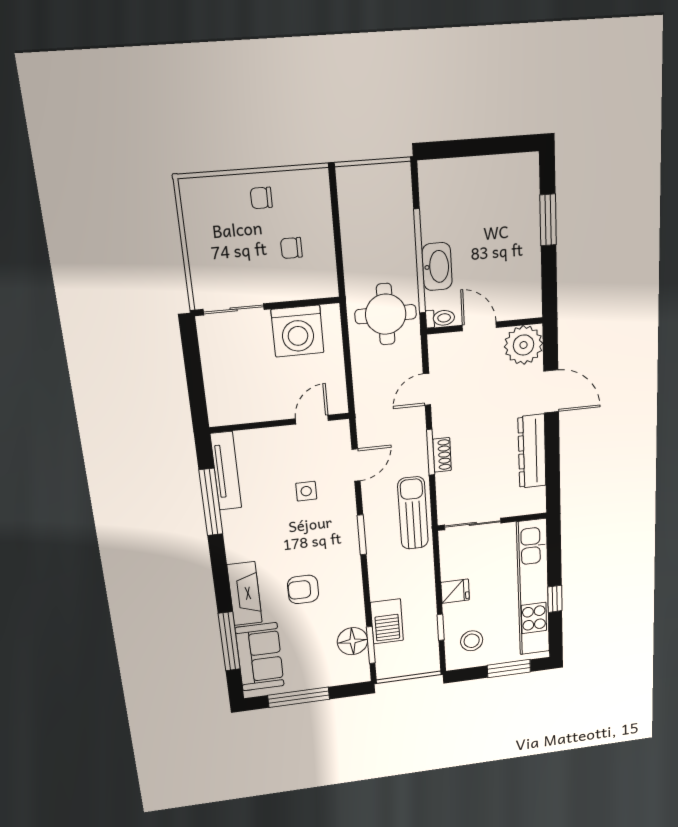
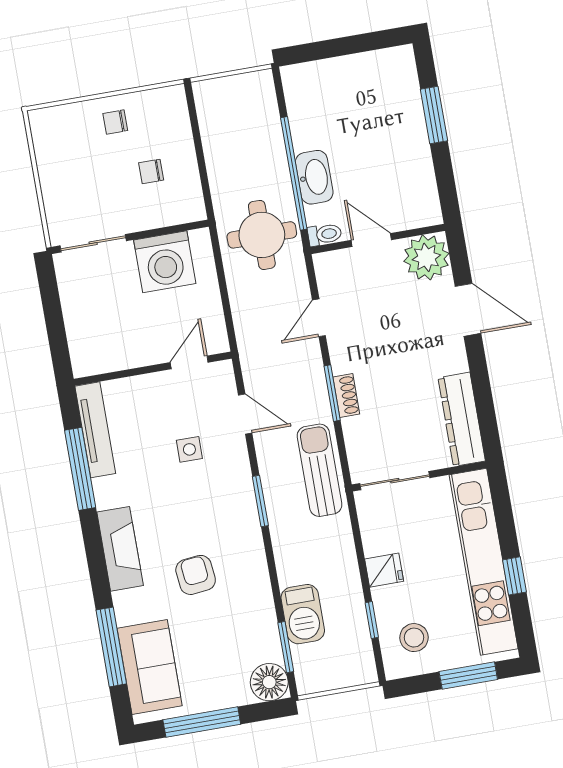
dresser: (532, 451) -> (462, 419), moved
door: (356, 465) -> (245, 414), hinge flipped
armchair: (303, 589) -> (196, 575), turned 84
fireplace: (245, 594) -> (120, 549), moved
floor lamp: (352, 641) -> (269, 682), moved

